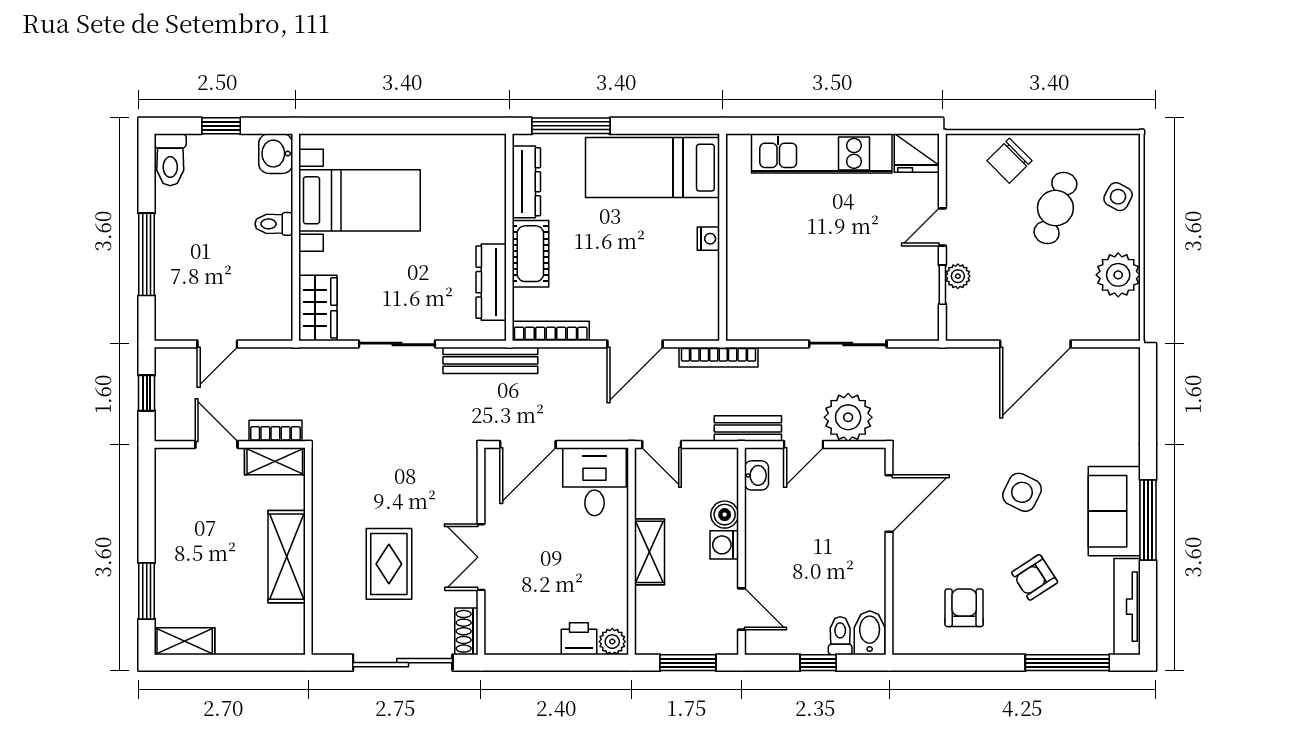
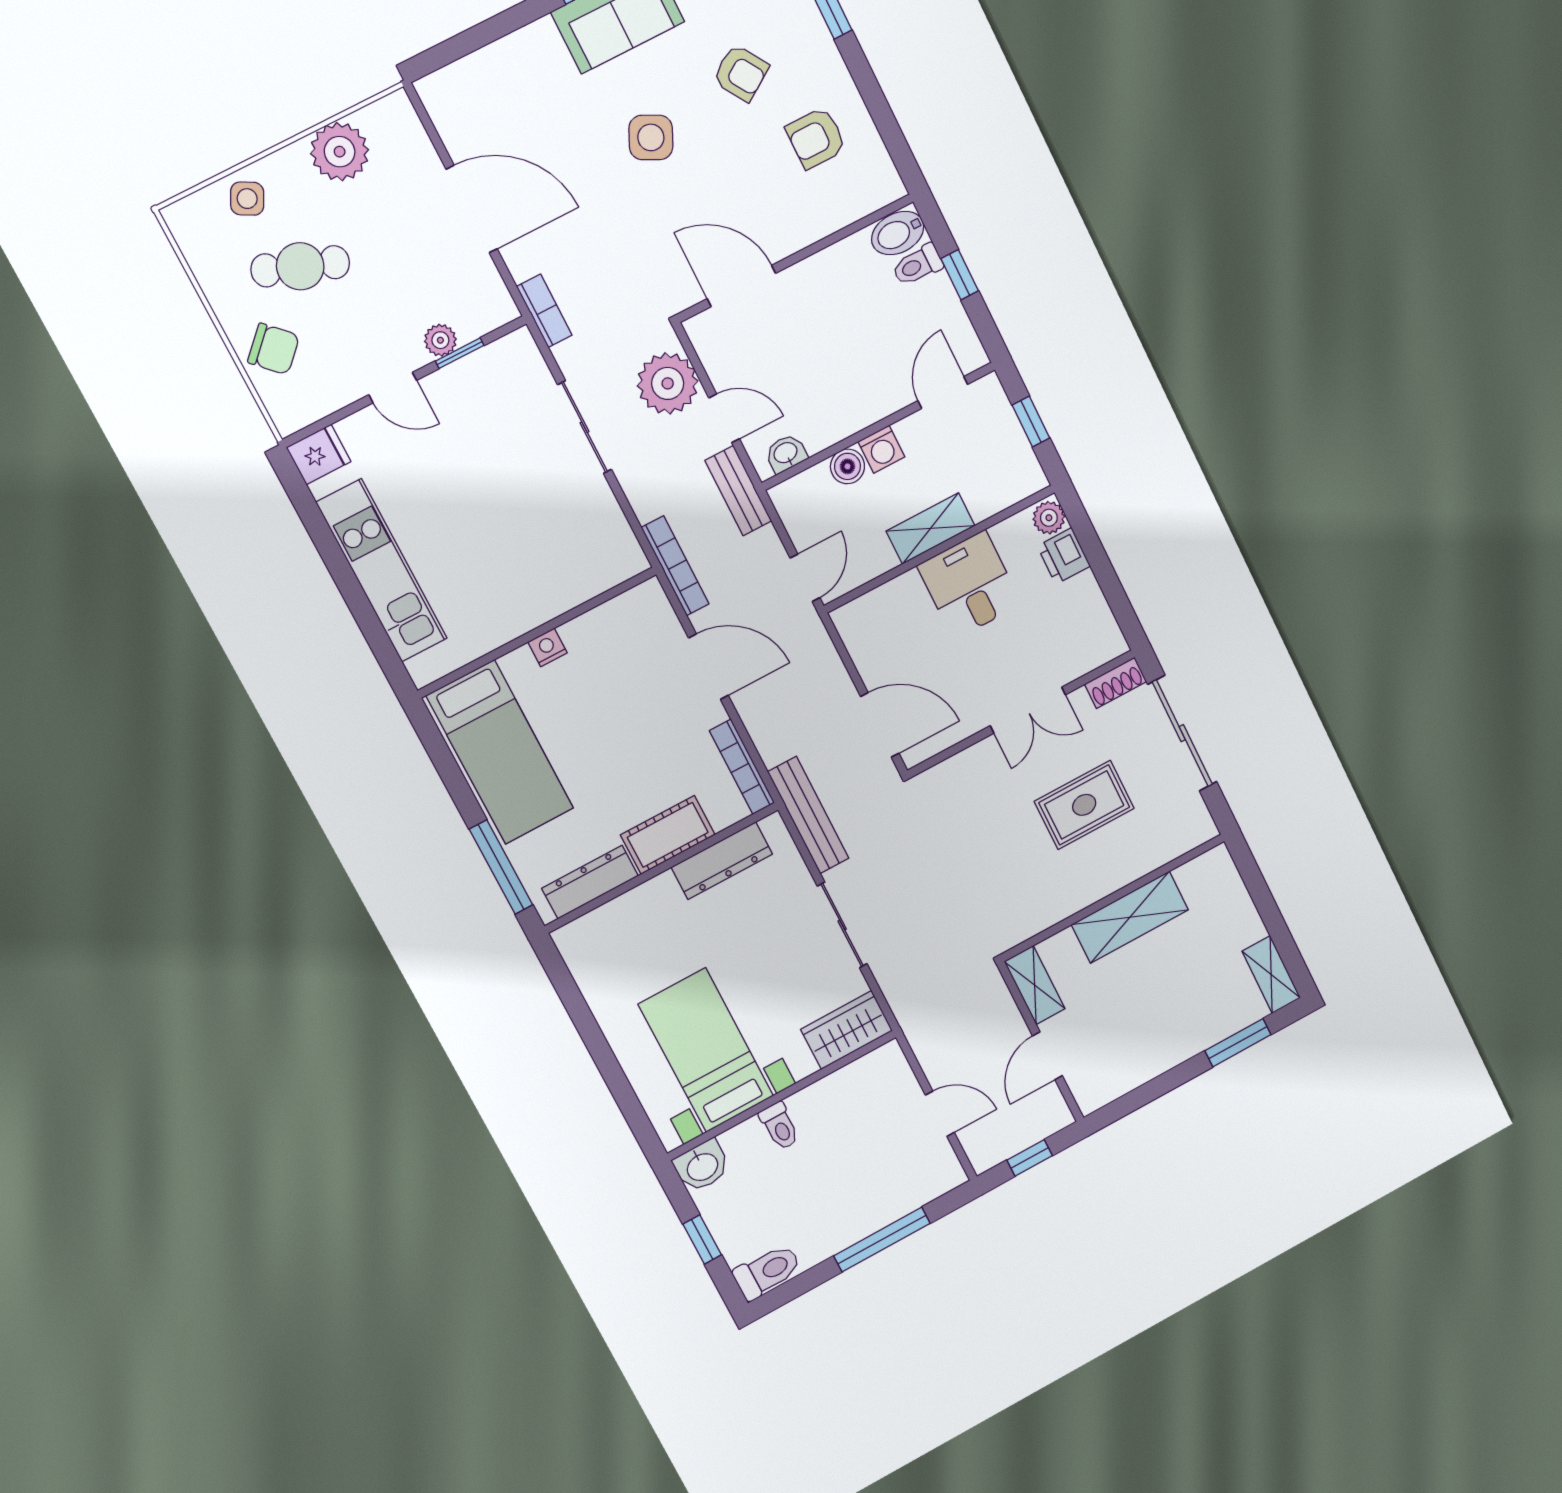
fridge: (917, 153) -> (319, 454), width x0.72
bookcase: (275, 431) -> (544, 311), moved, turned 180
desk: (595, 482) -> (969, 585), moved, turned 90
window: (688, 663) -> (1031, 422), width x0.67

